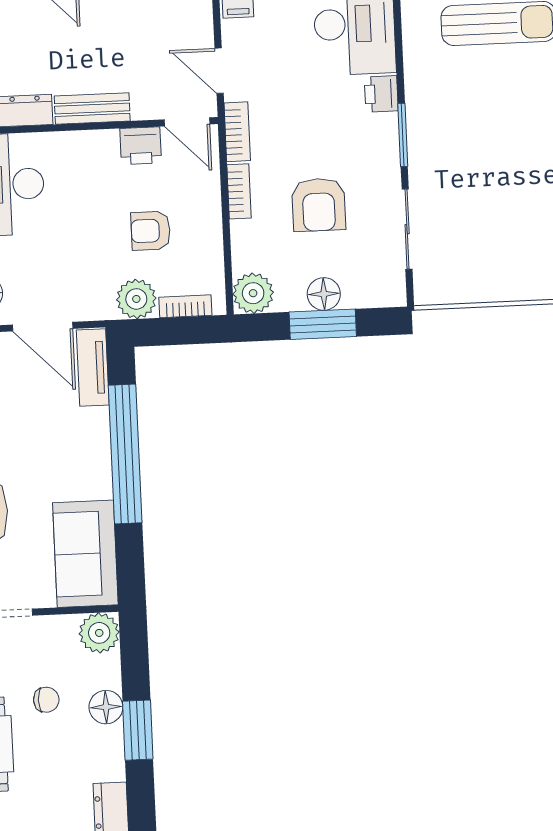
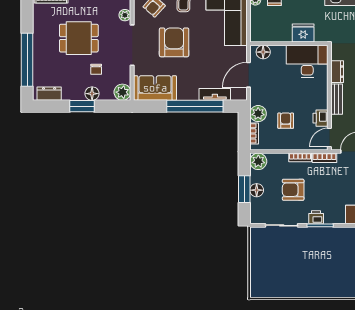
printer: (381, 94) -> (316, 217), moved
tv unit: (93, 368) -> (215, 94), moved

